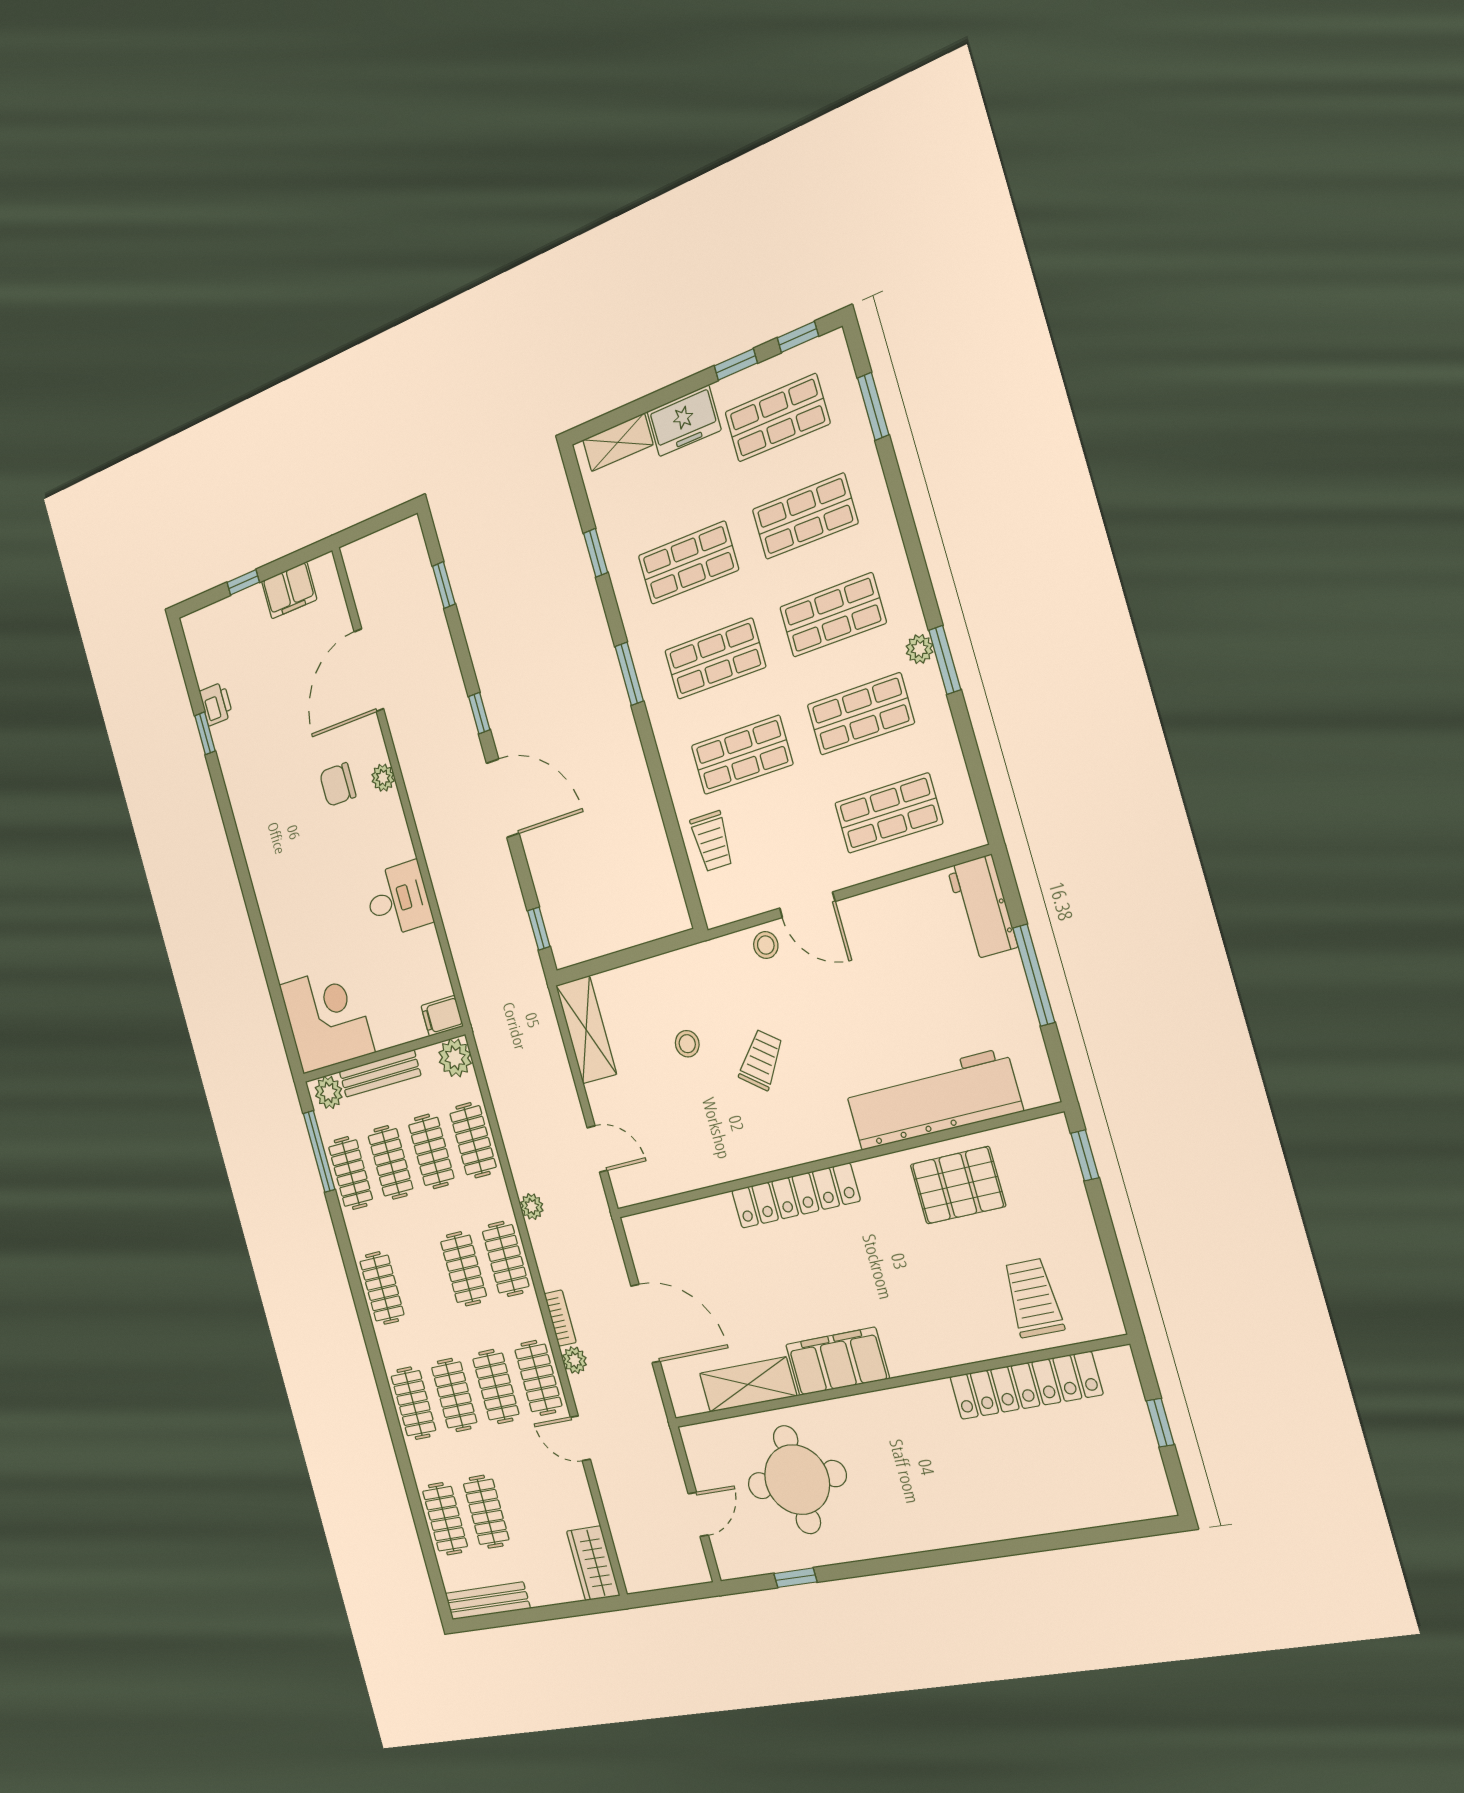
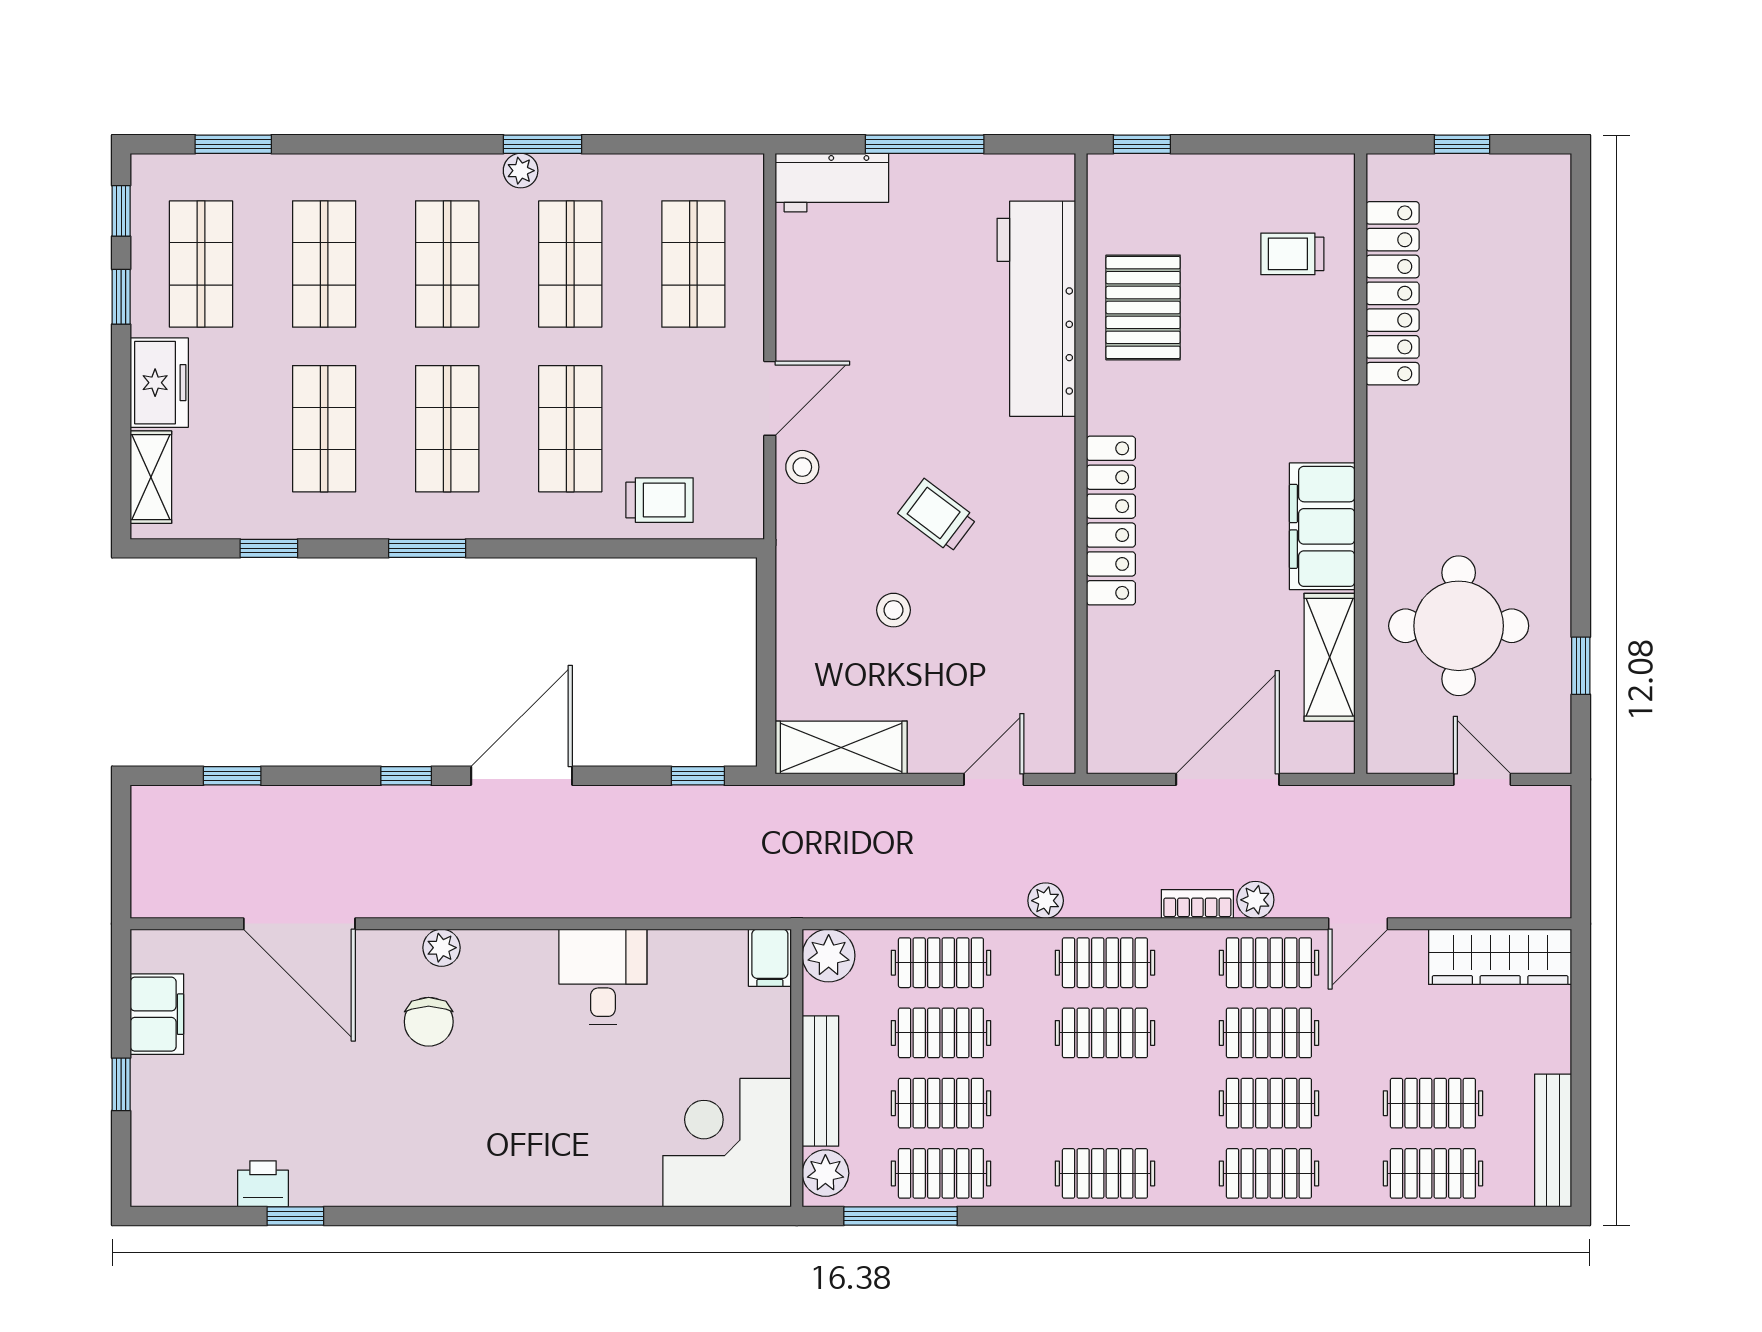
trolley: (1033, 1298) -> (1292, 254), width x0.73, depth x0.72
wardrobe: (593, 1563) -> (1500, 957), width x1.50

